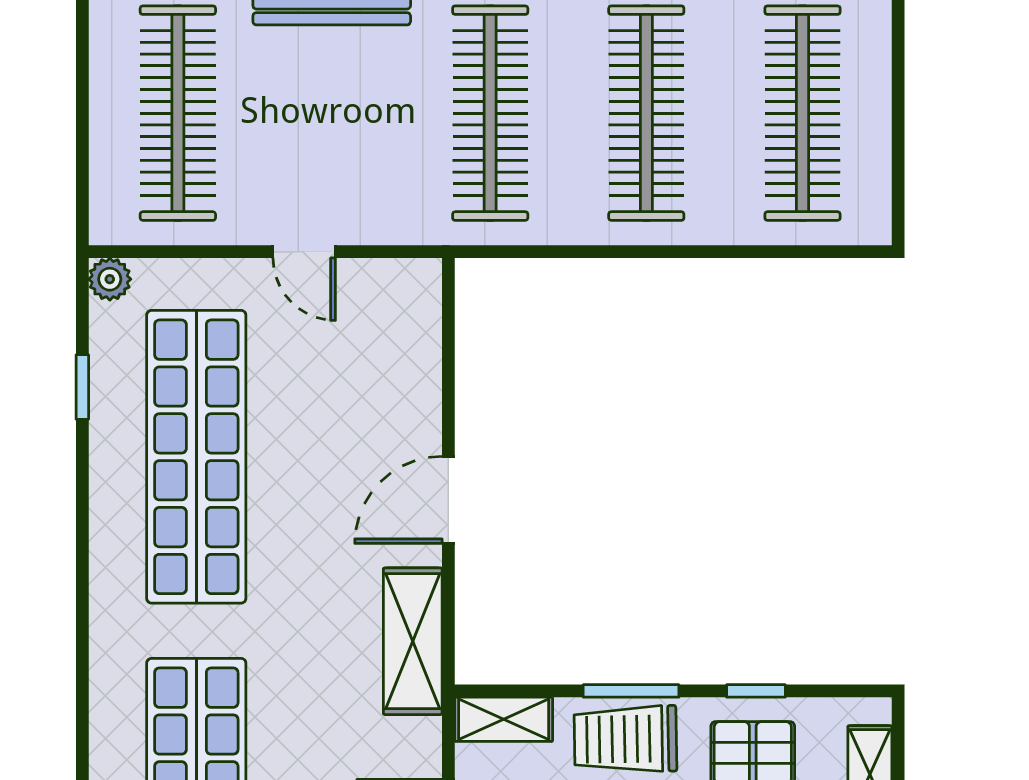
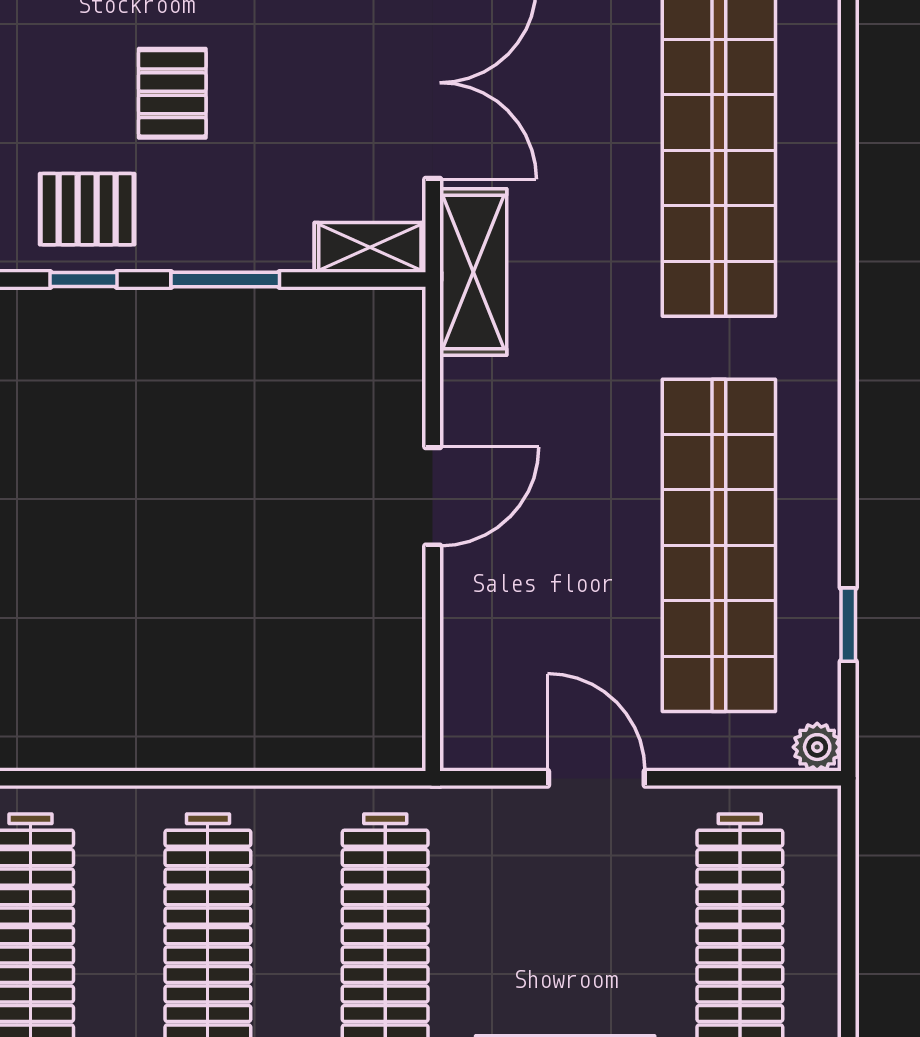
door: (304, 252) -> (596, 778), width x1.38
shelving: (413, 641) -> (473, 272), moved
trolley: (625, 739) -> (232, 225), removed

